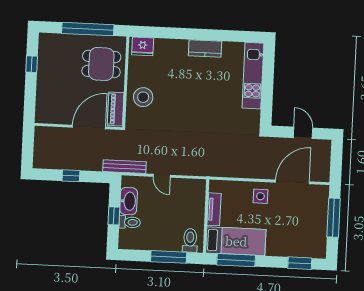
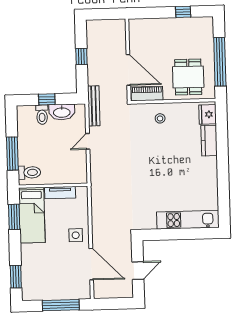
kitchen counter: (205, 48) -> (209, 141), moved
stool: (143, 97) -> (160, 118), width x0.53, depth x0.53
window: (236, 260) -> (14, 217), width x0.69

